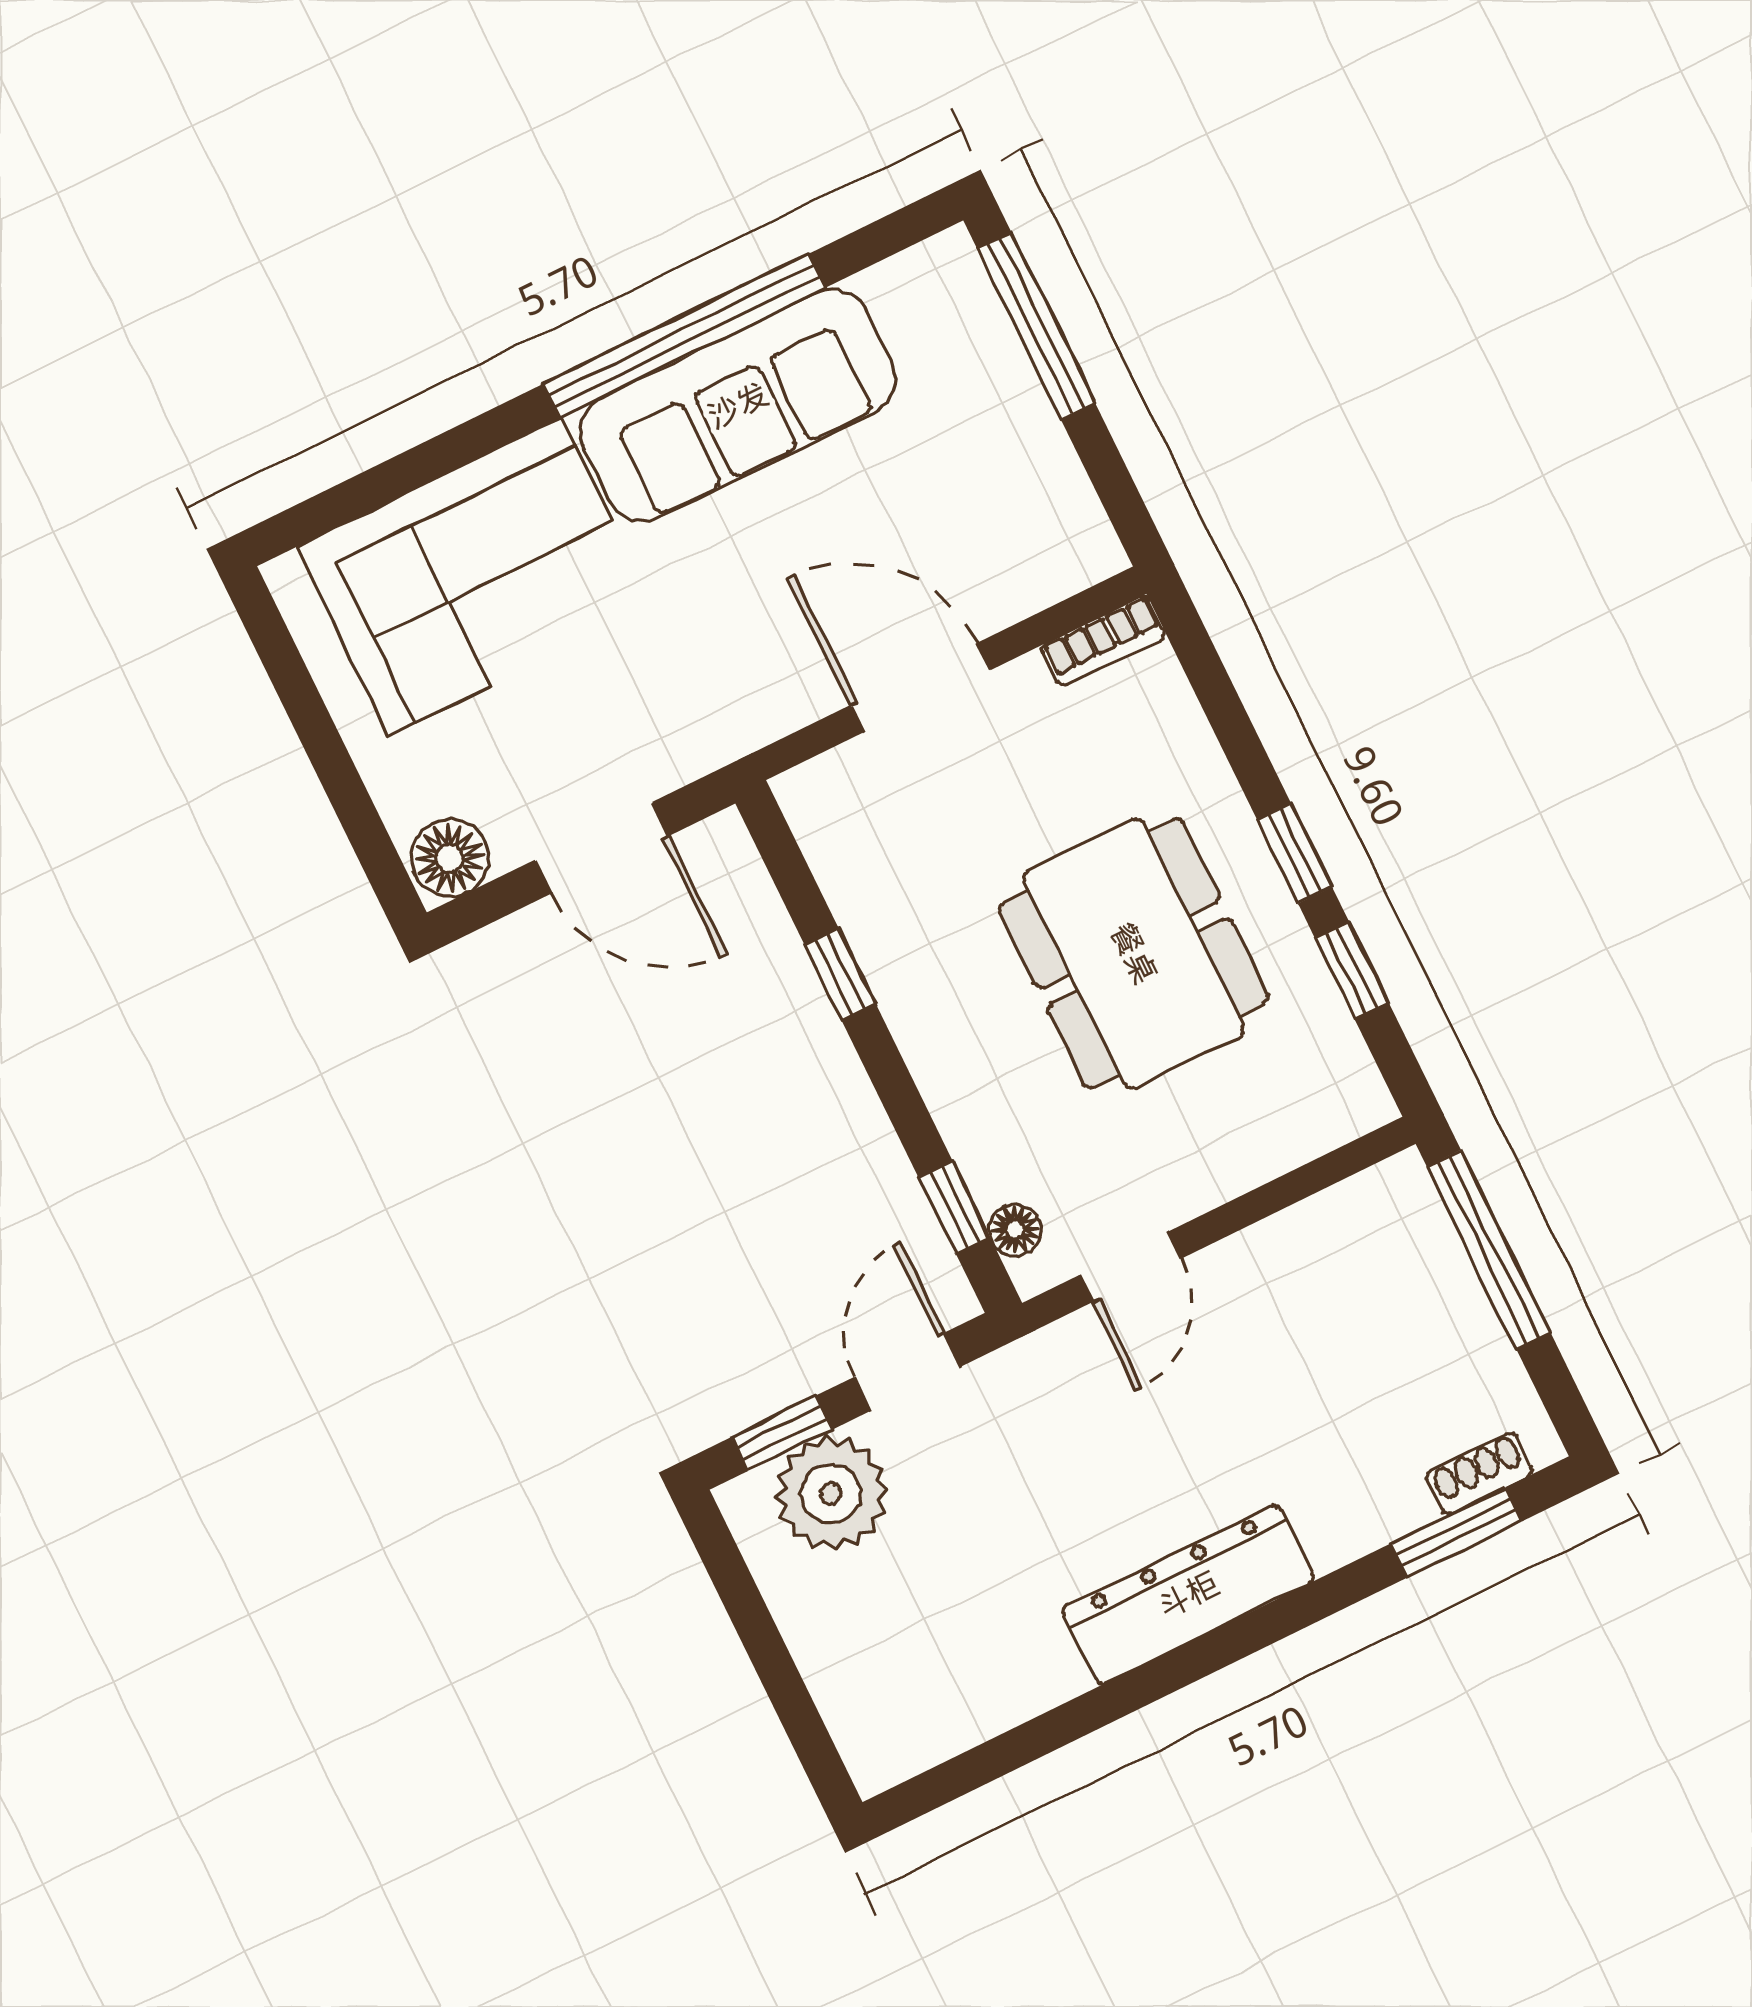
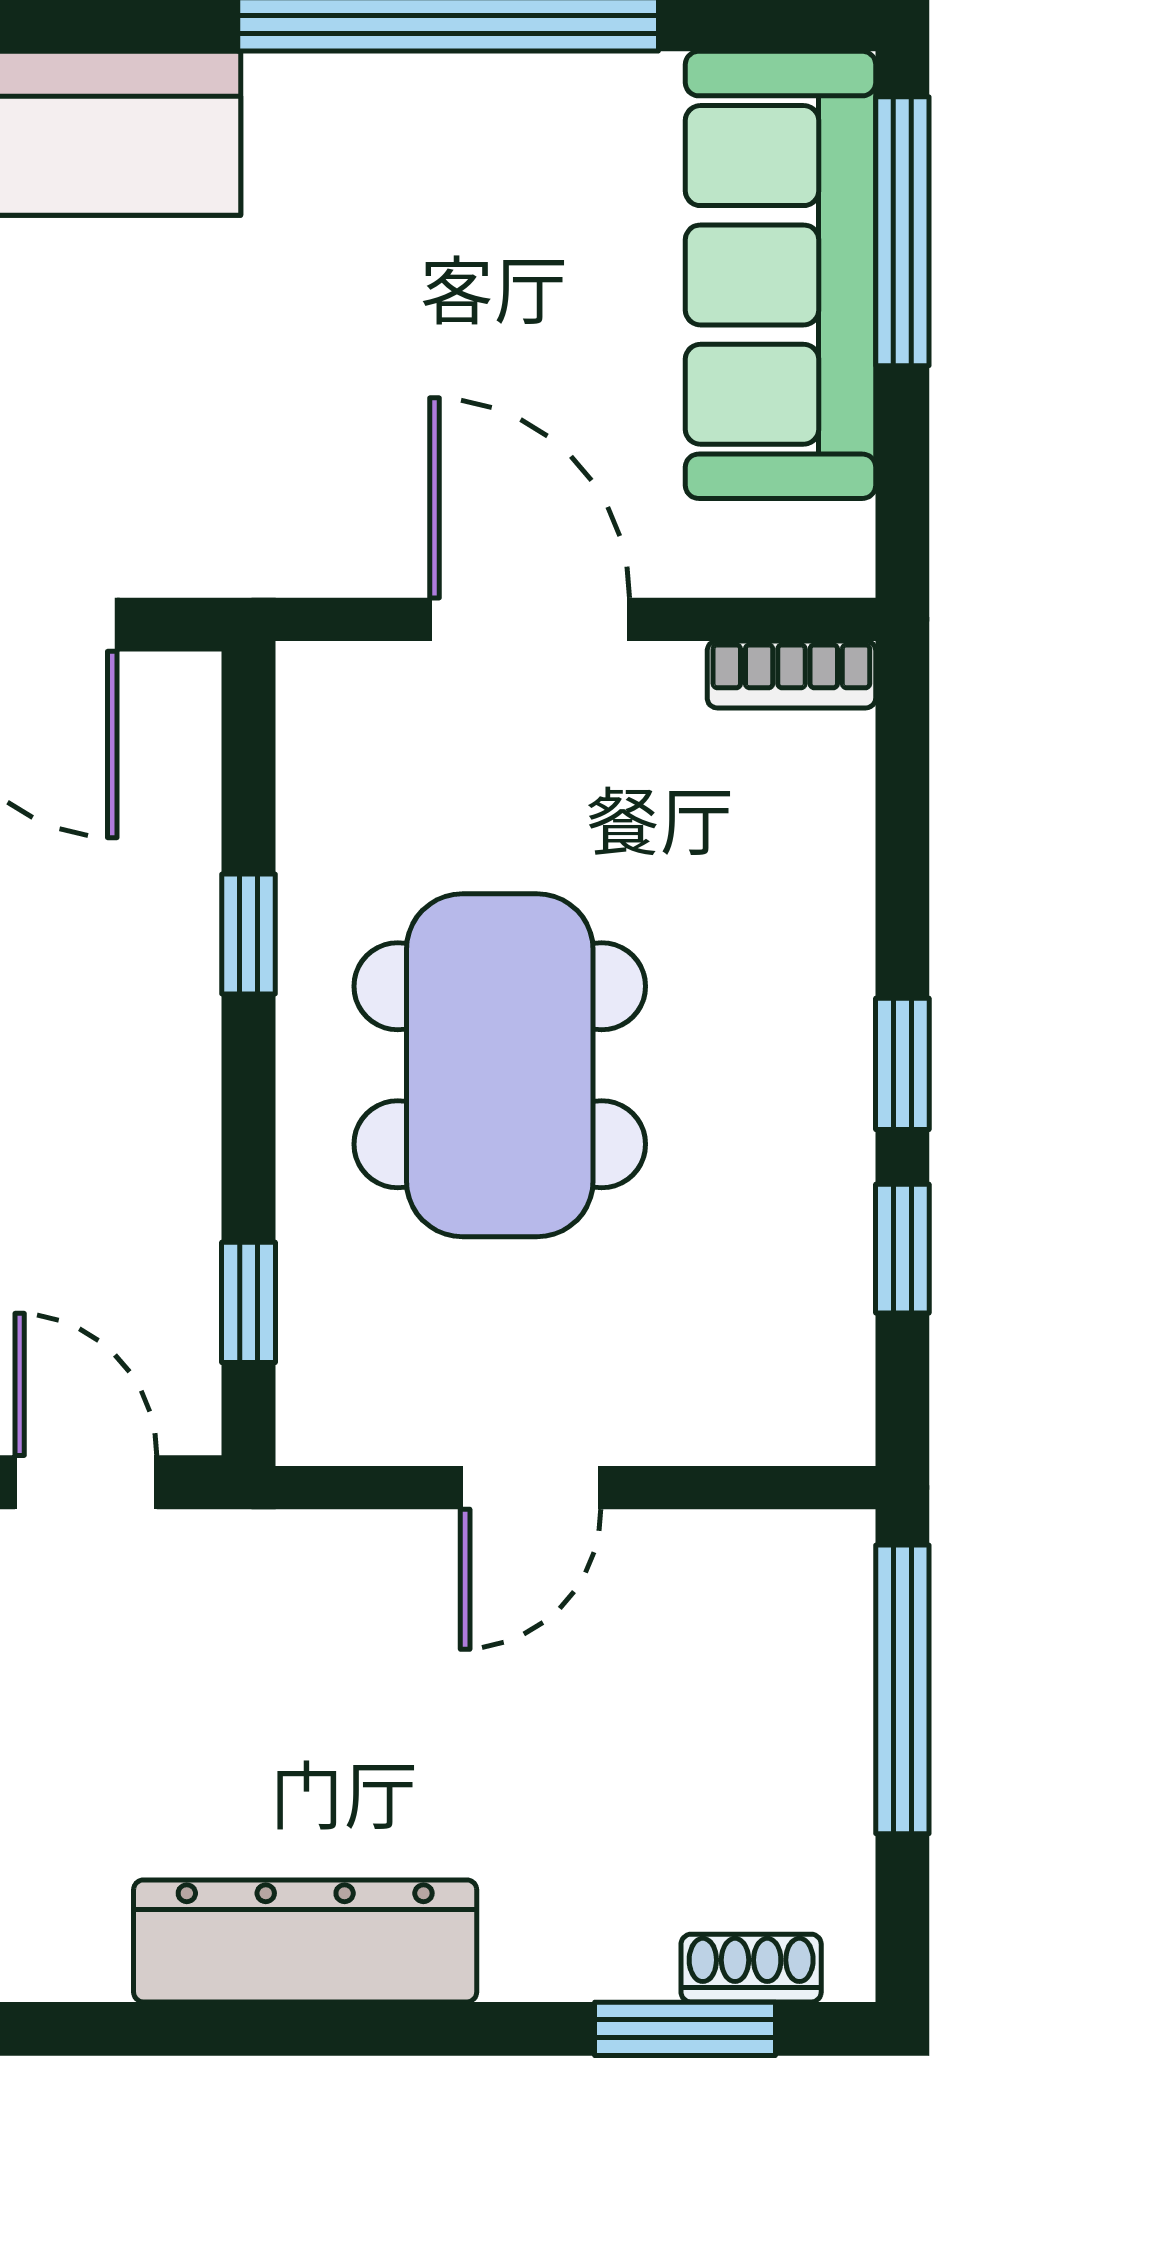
sofa: (738, 405) -> (780, 275), moved, turned 90
dining table: (1134, 953) -> (500, 1065), moved
floor lamp: (1015, 1230) -> (312, 1368), removed
door: (1131, 1267) -> (530, 1488), moved
door: (907, 1372) -> (86, 1482), hinge flipped

